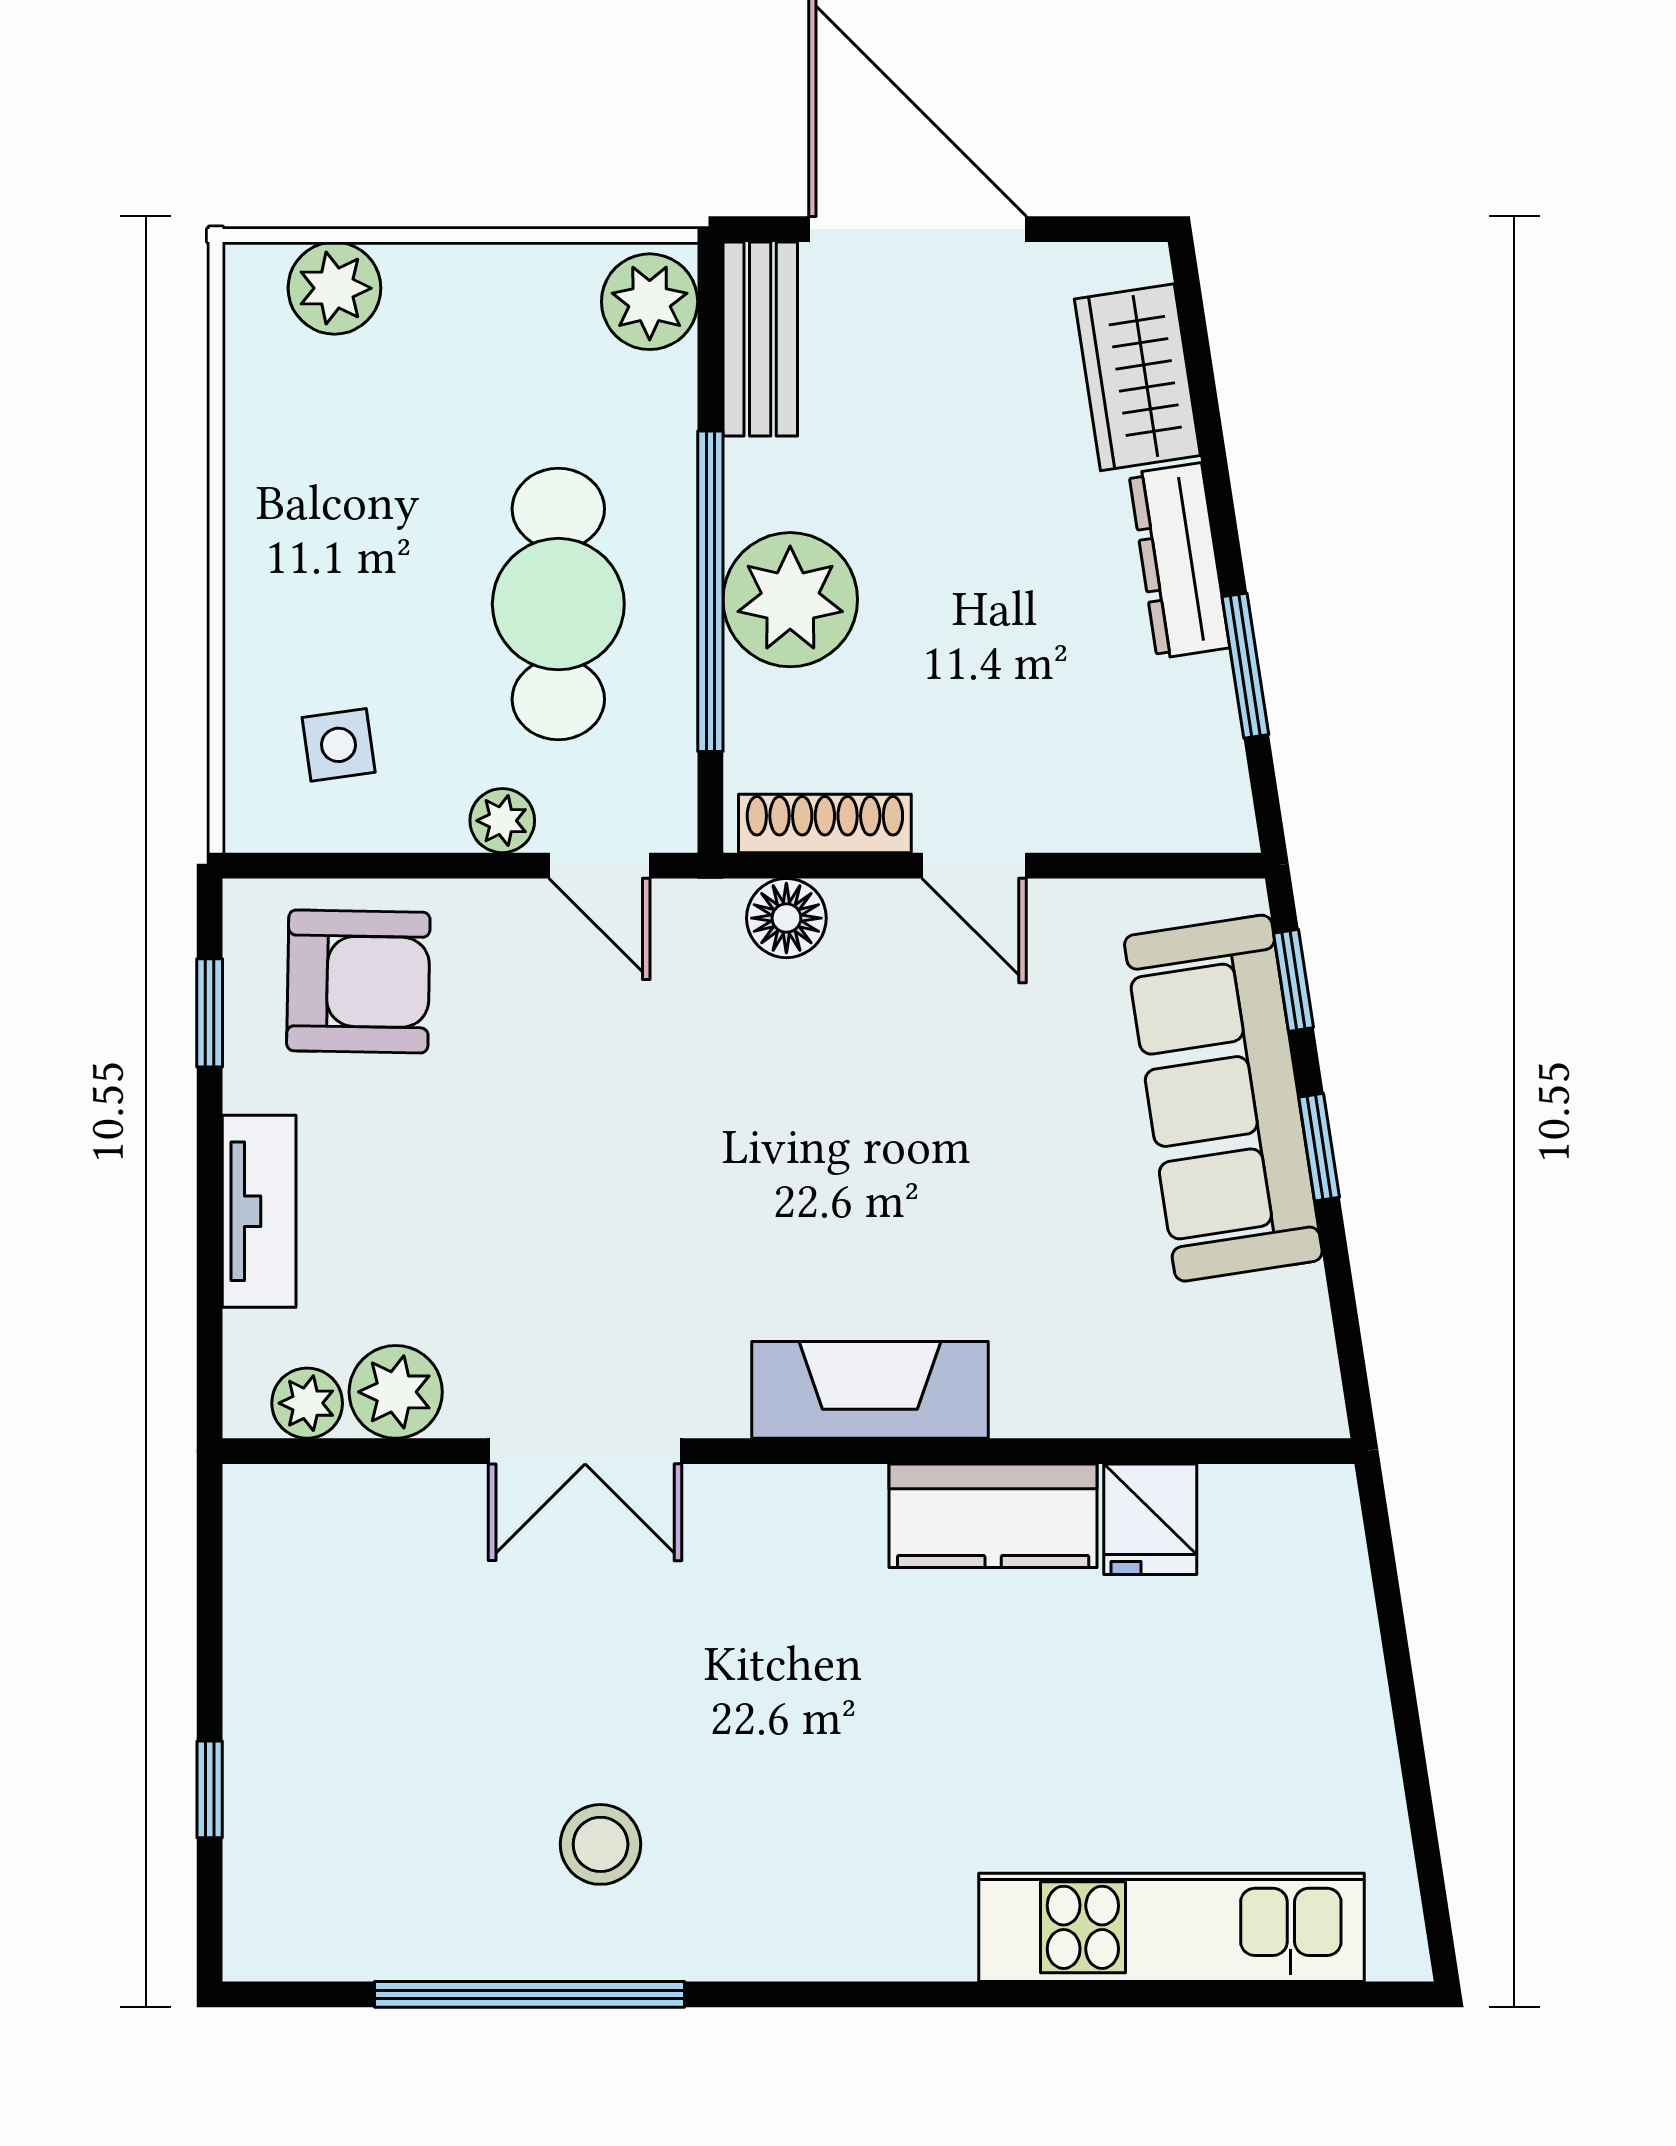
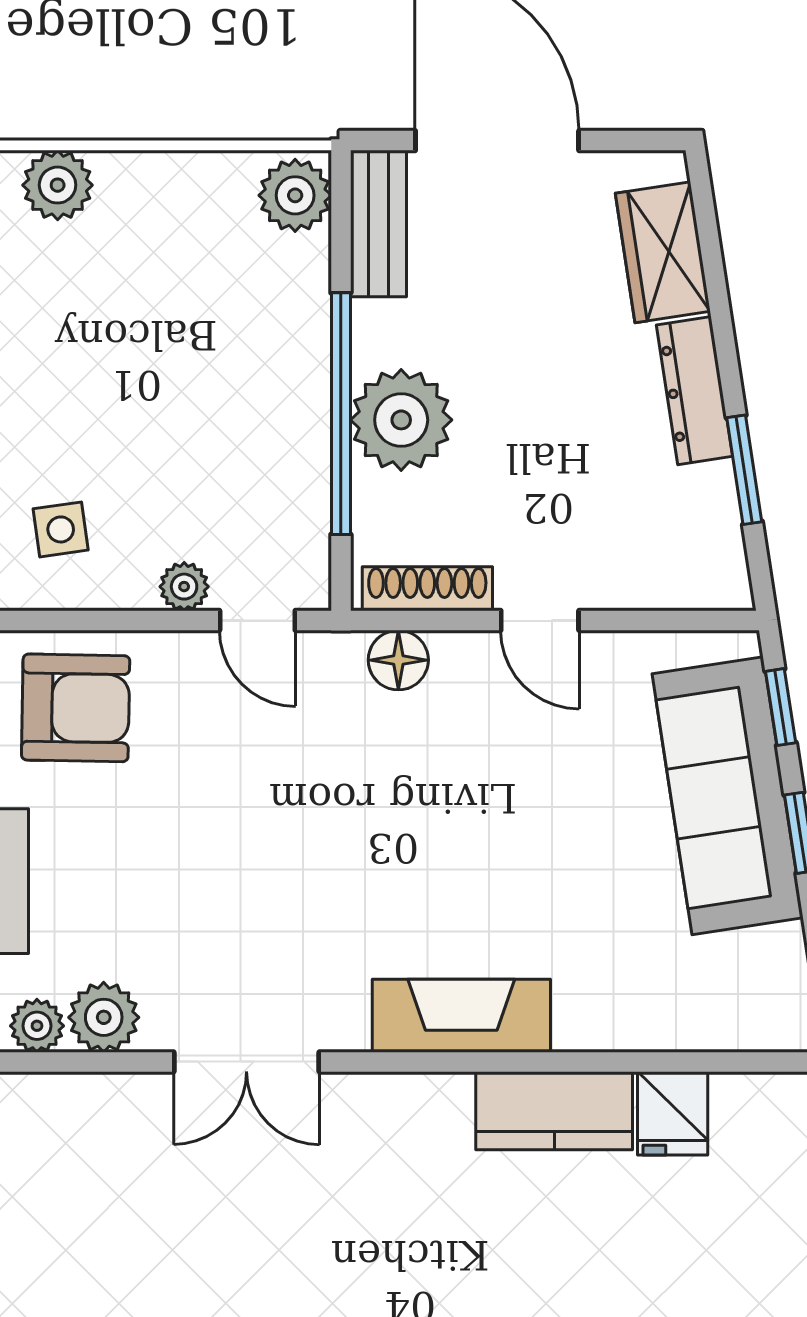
cafe table: (558, 604) -> (226, 423), removed

